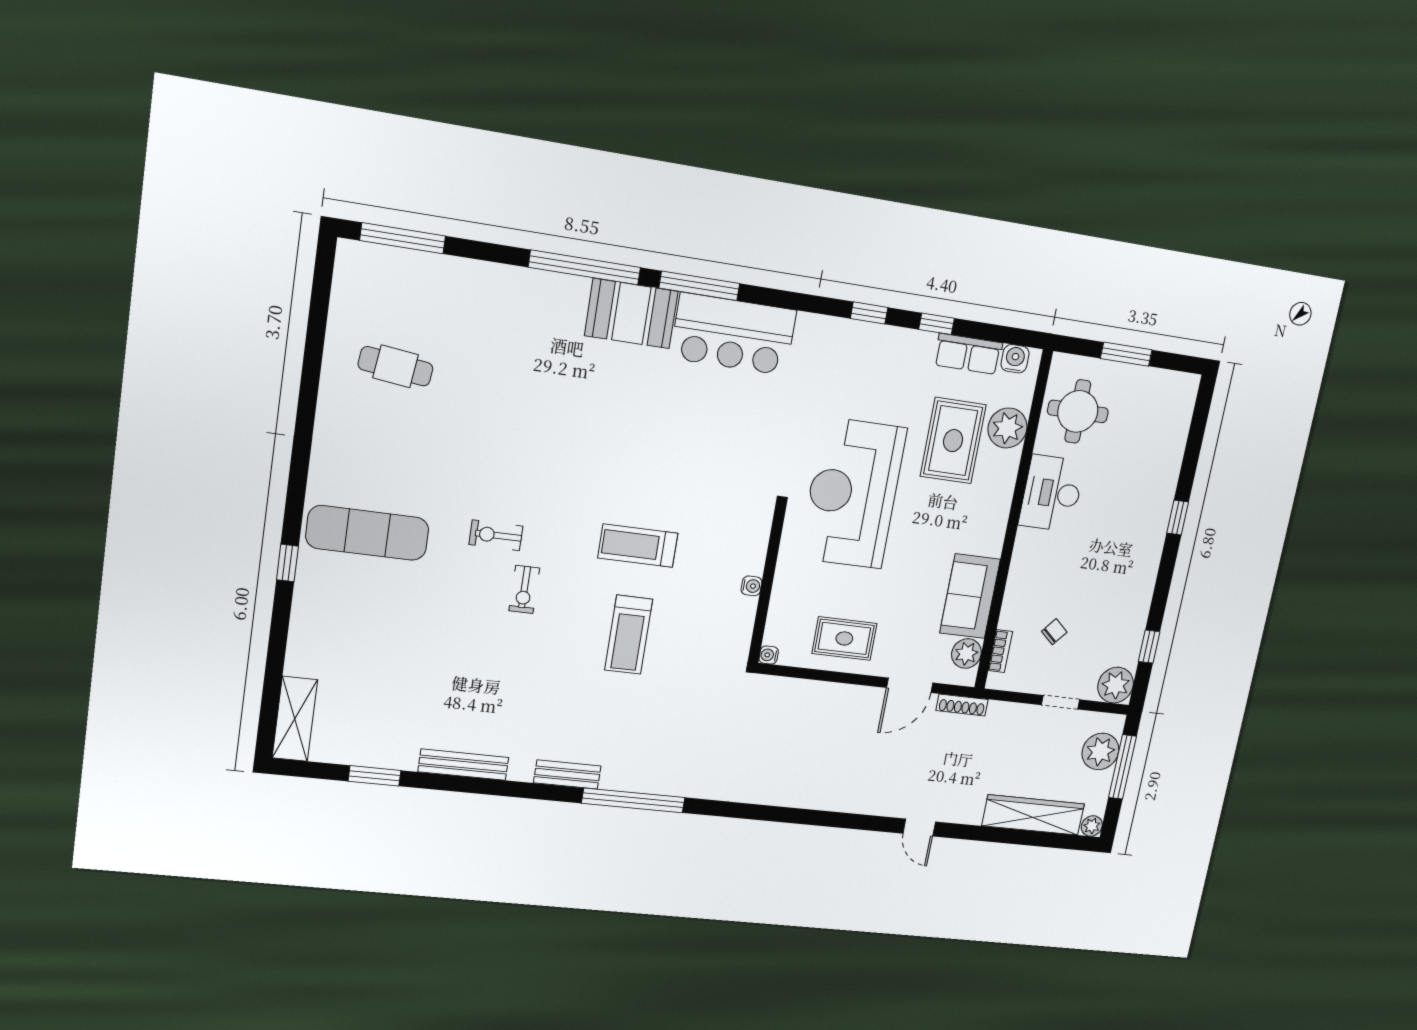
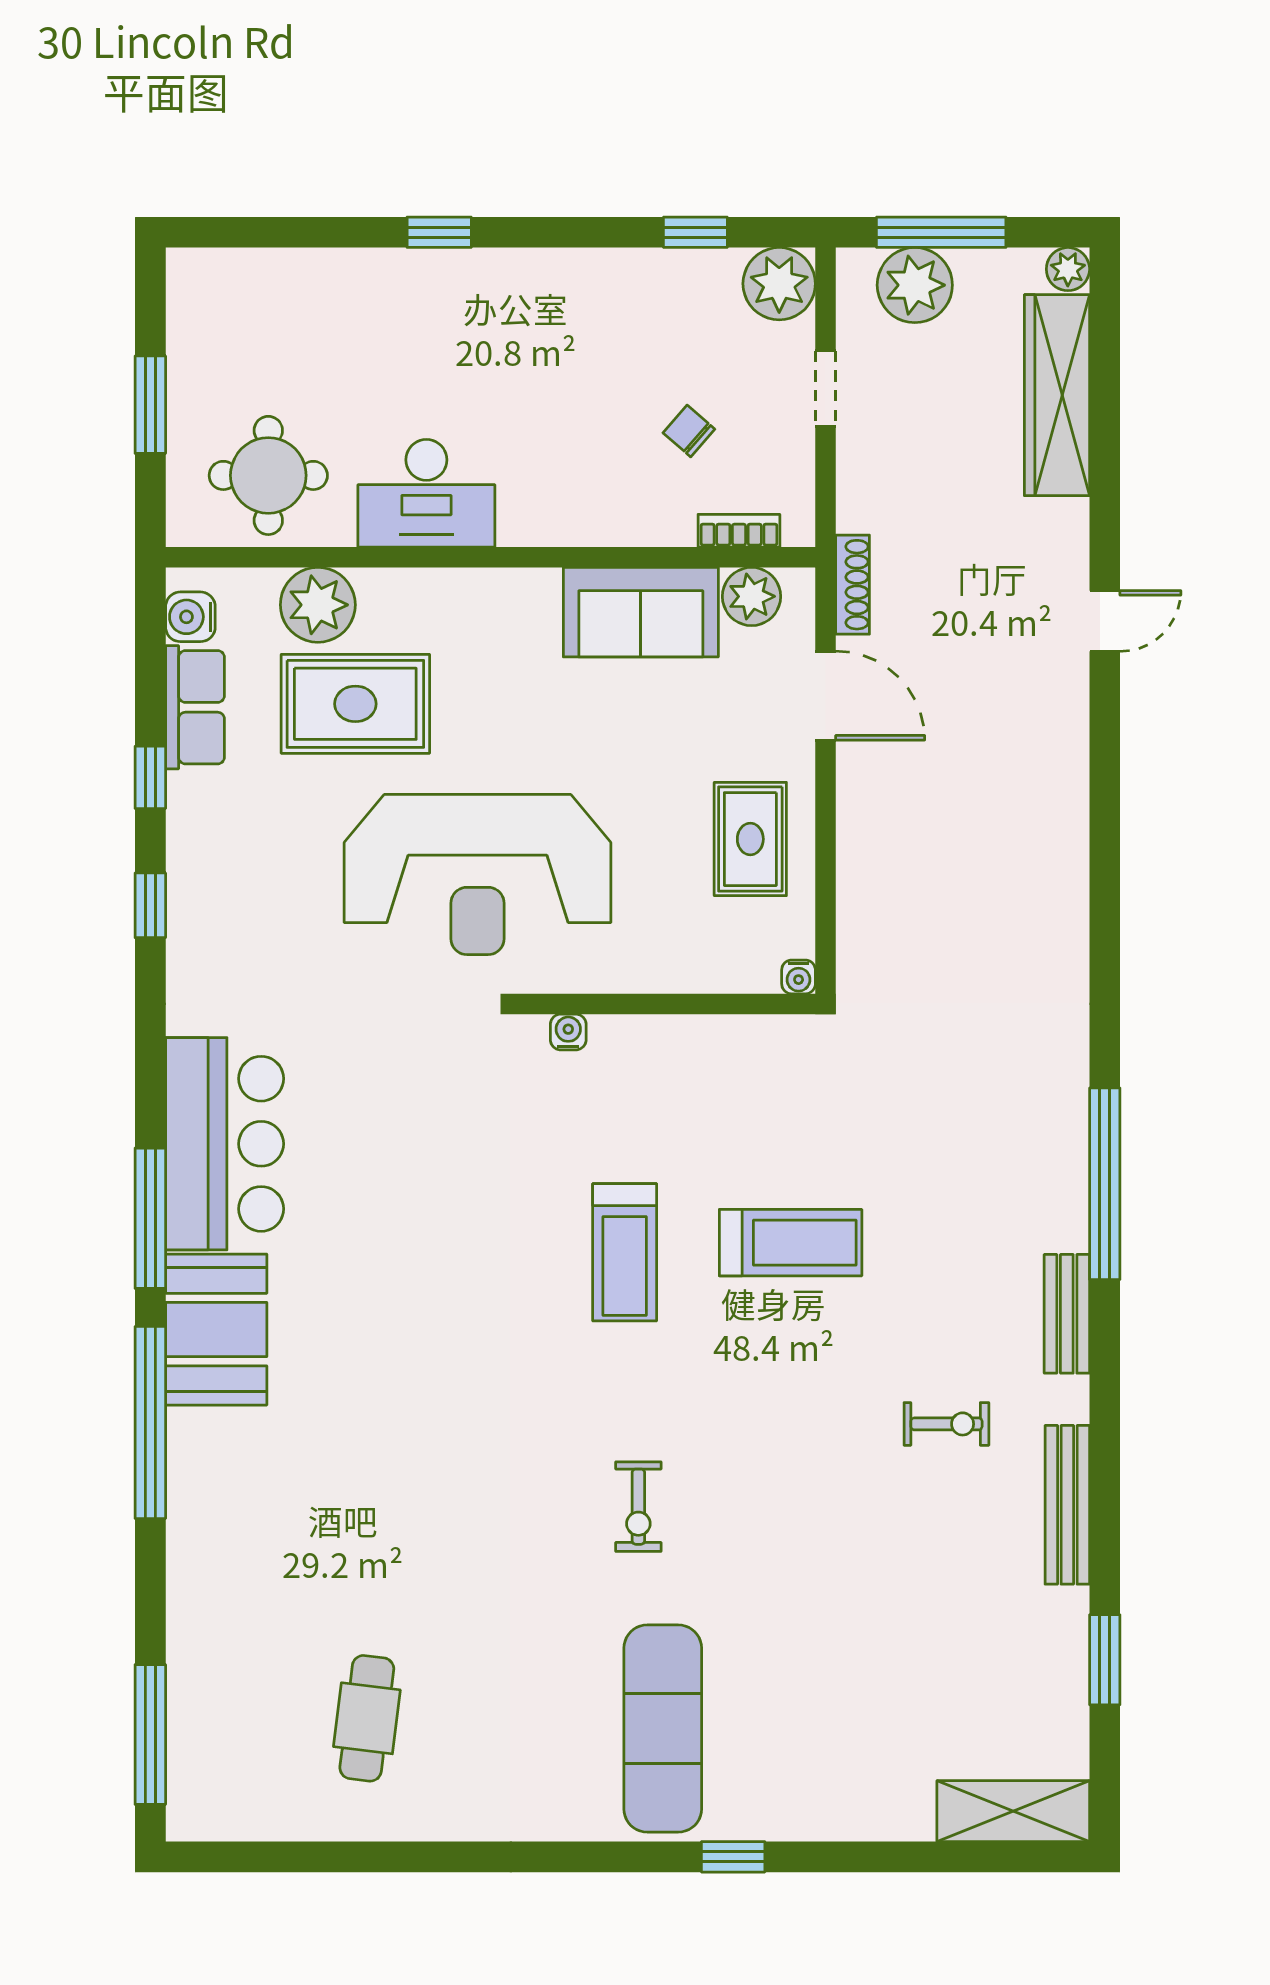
water cooler: (751, 586) -> (568, 1032), moved
exercise bike: (524, 589) -> (946, 1424), moved

